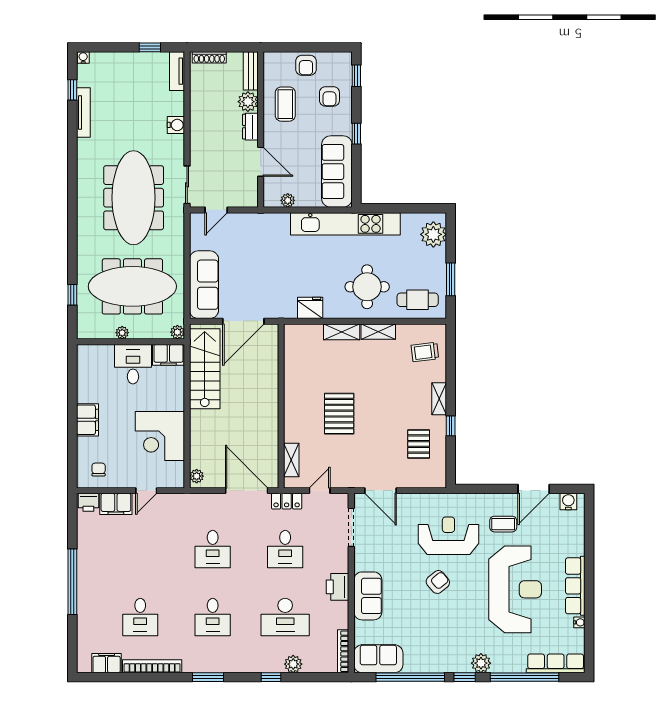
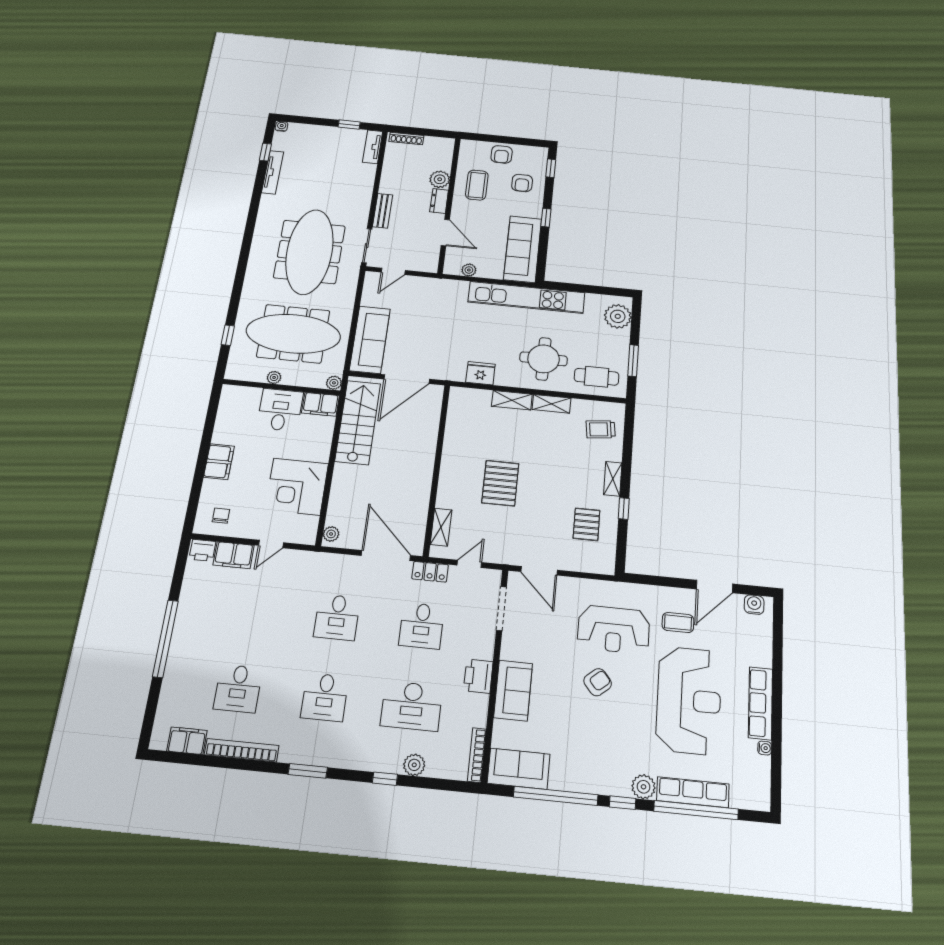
bench: (251, 71) -> (383, 211), moved
water cooler: (176, 125) -> (364, 192), removed
reception desk: (448, 536) -> (614, 629), turned 180
row of seats: (556, 663) -> (693, 792), moved

